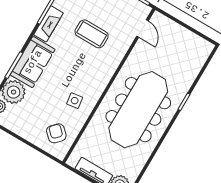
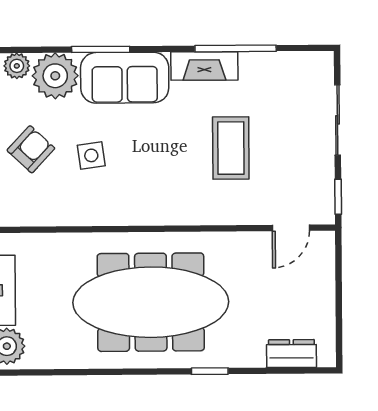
dresser: (198, 61) -> (291, 353), added
side table: (75, 101) -> (91, 155), moved
armchair: (56, 133) -> (31, 149), moved

